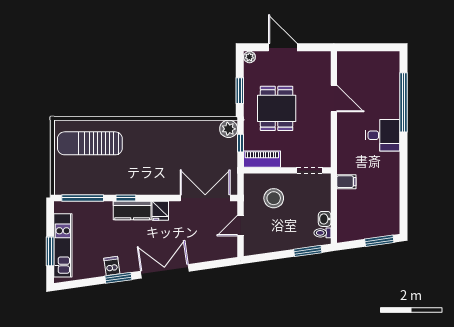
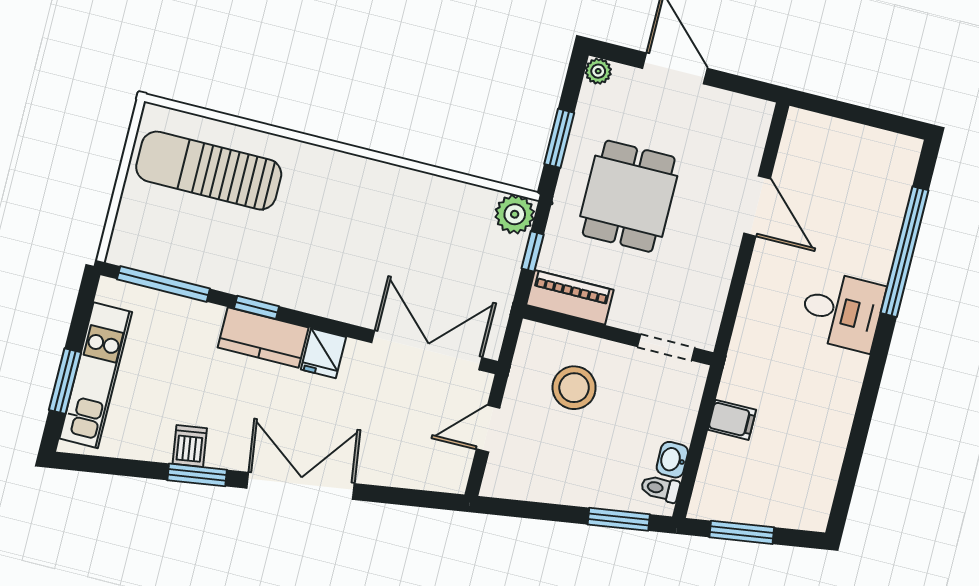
filing cabinet: (346, 182) -> (732, 420), moved
window: (379, 241) -> (742, 532), moved

